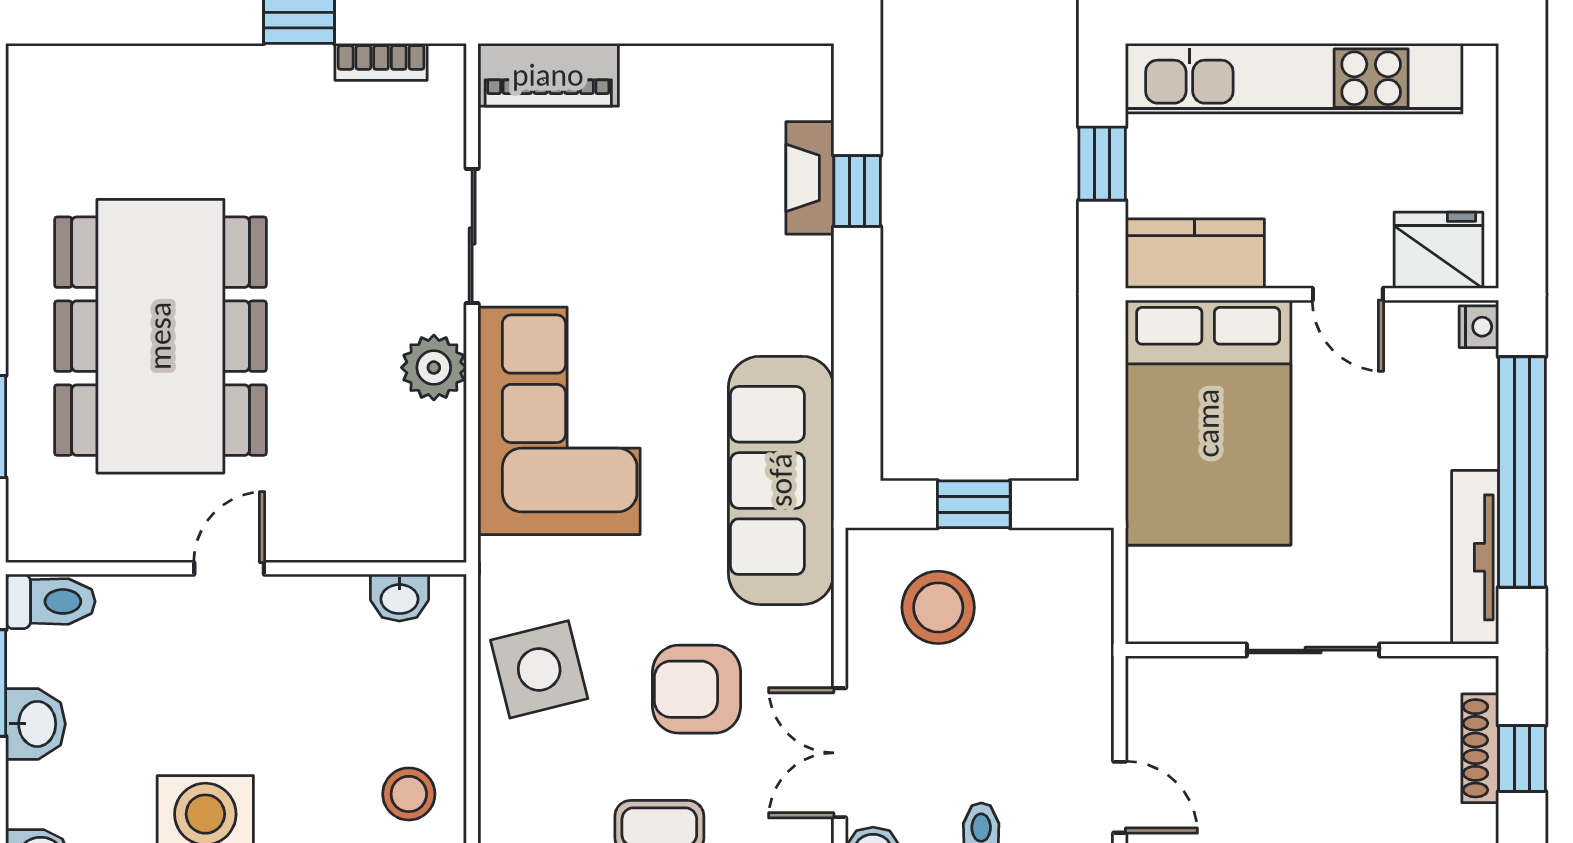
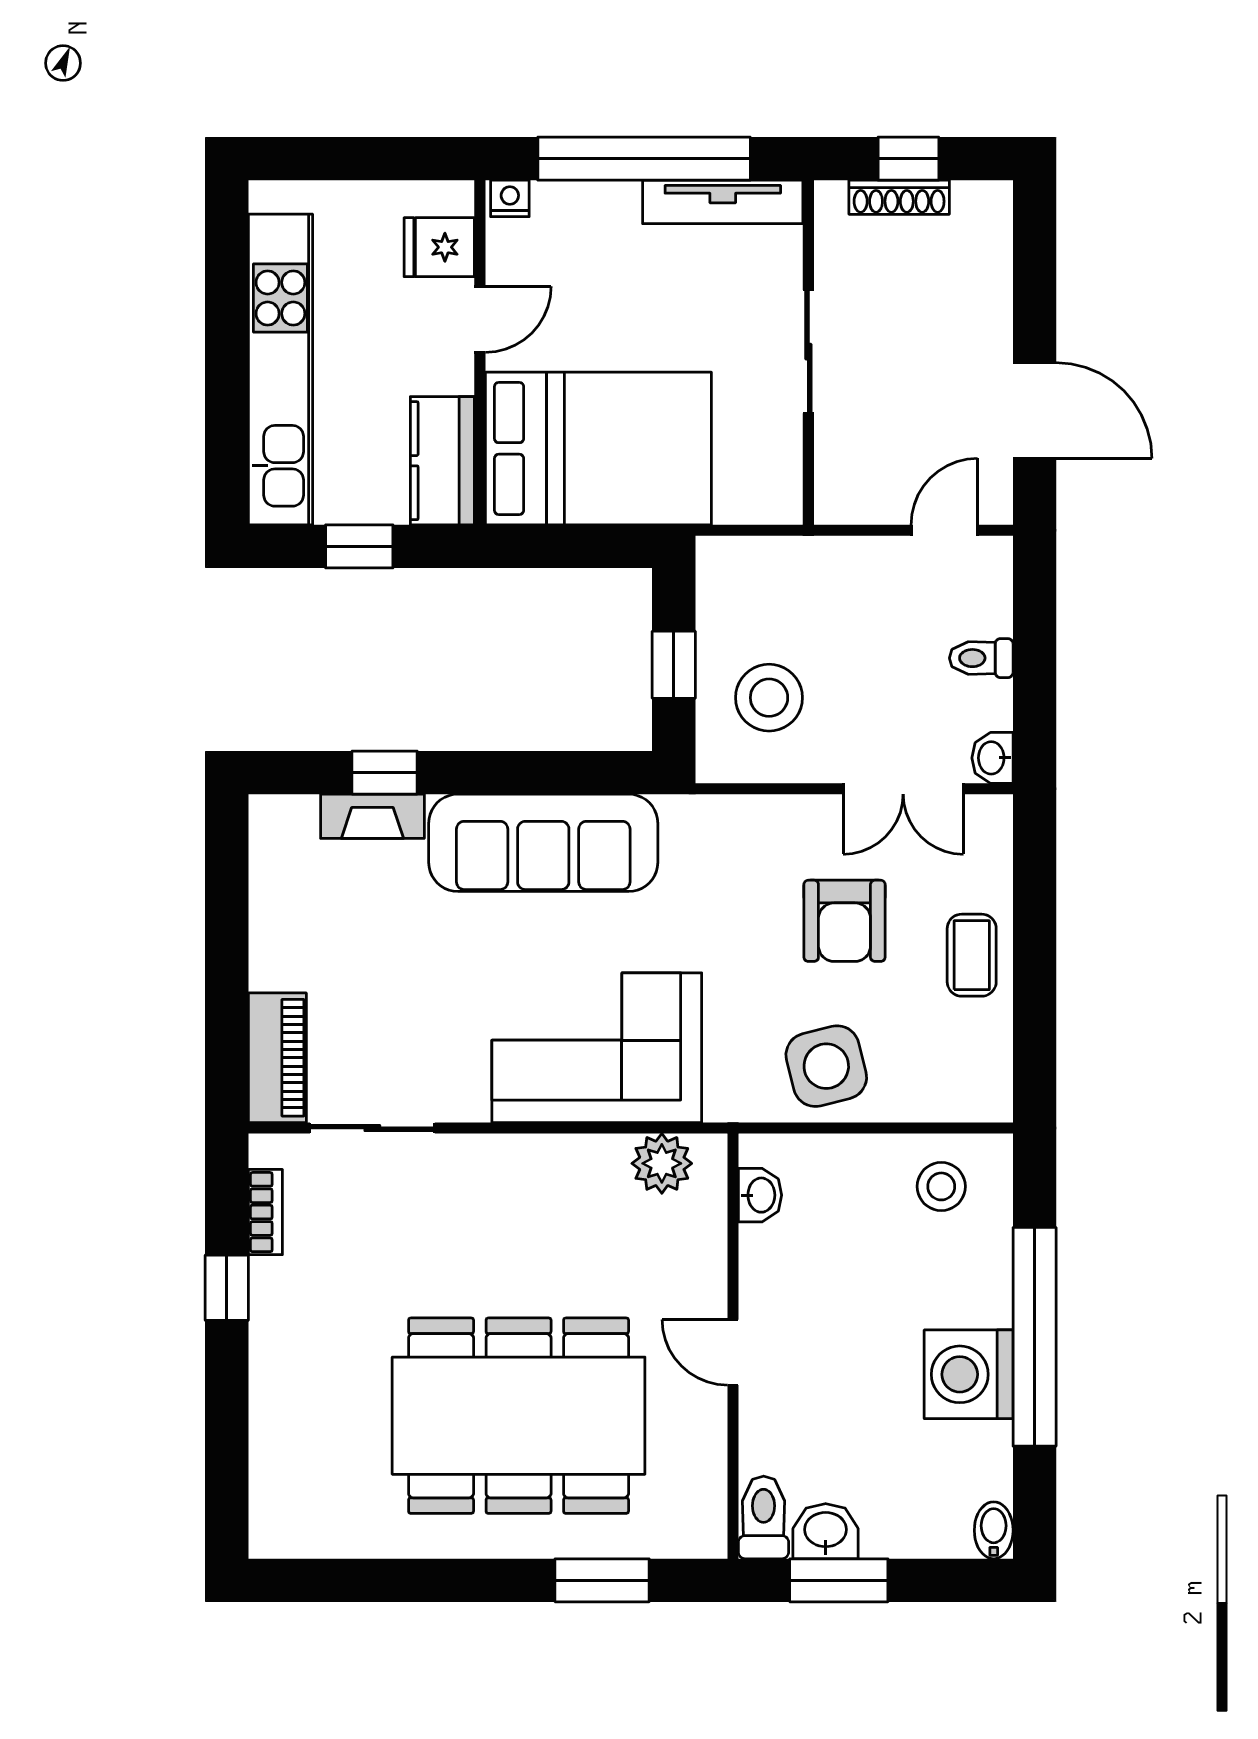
sliding door: (472, 236) -> (372, 1128), moved
fridge: (1438, 250) -> (439, 247), width x0.72
plant: (434, 368) -> (662, 1163), moved
sofa: (781, 480) -> (543, 843), moved
washbasin: (35, 724) -> (826, 1531), moved

